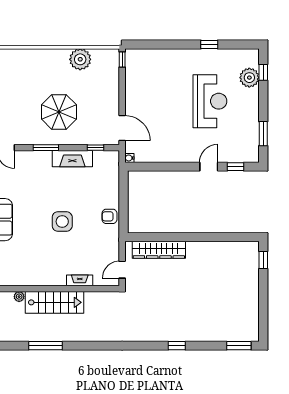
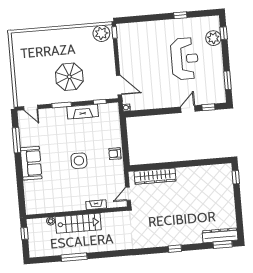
plant: (80, 59) -> (101, 33), moved
dresser: (237, 334) -> (220, 235), added

